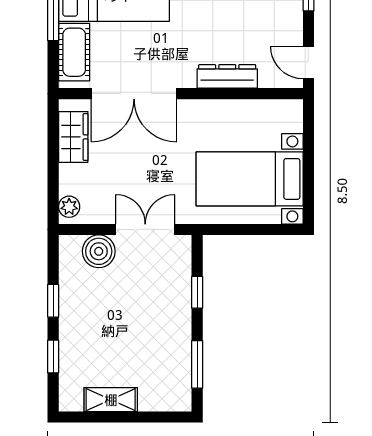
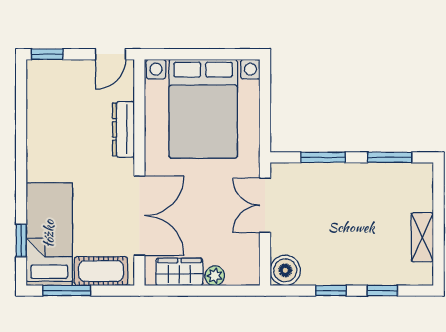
bed with nightstands: (250, 179) -> (203, 109), width x1.36
plant: (69, 207) -> (215, 276), moved
boiler: (99, 251) -> (285, 270), moved
window: (197, 292) -> (323, 157), width x1.50

